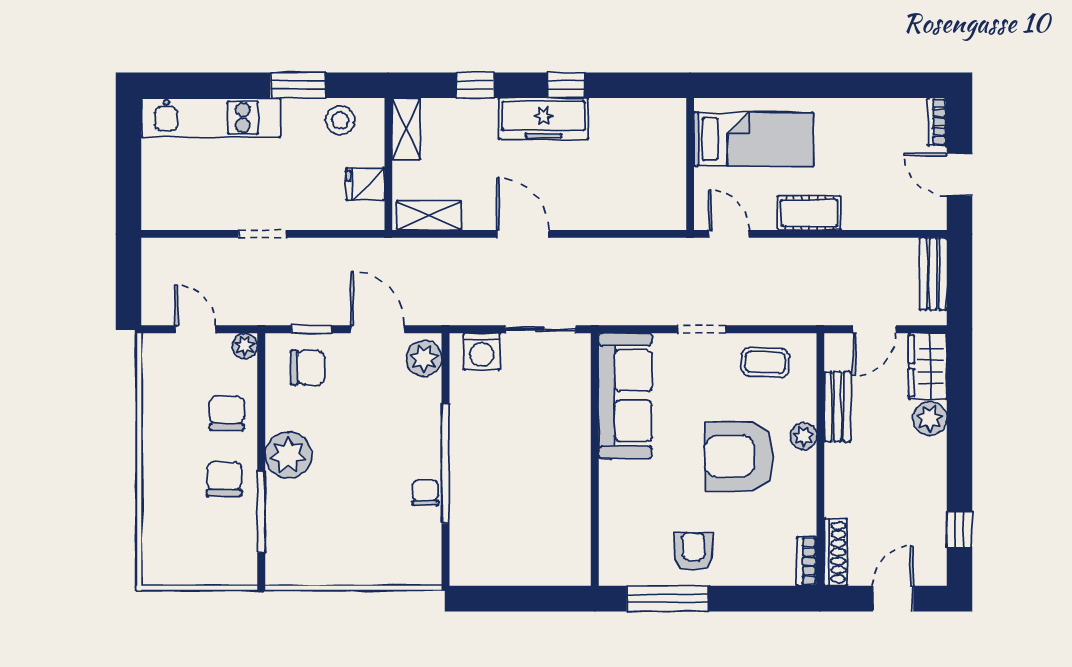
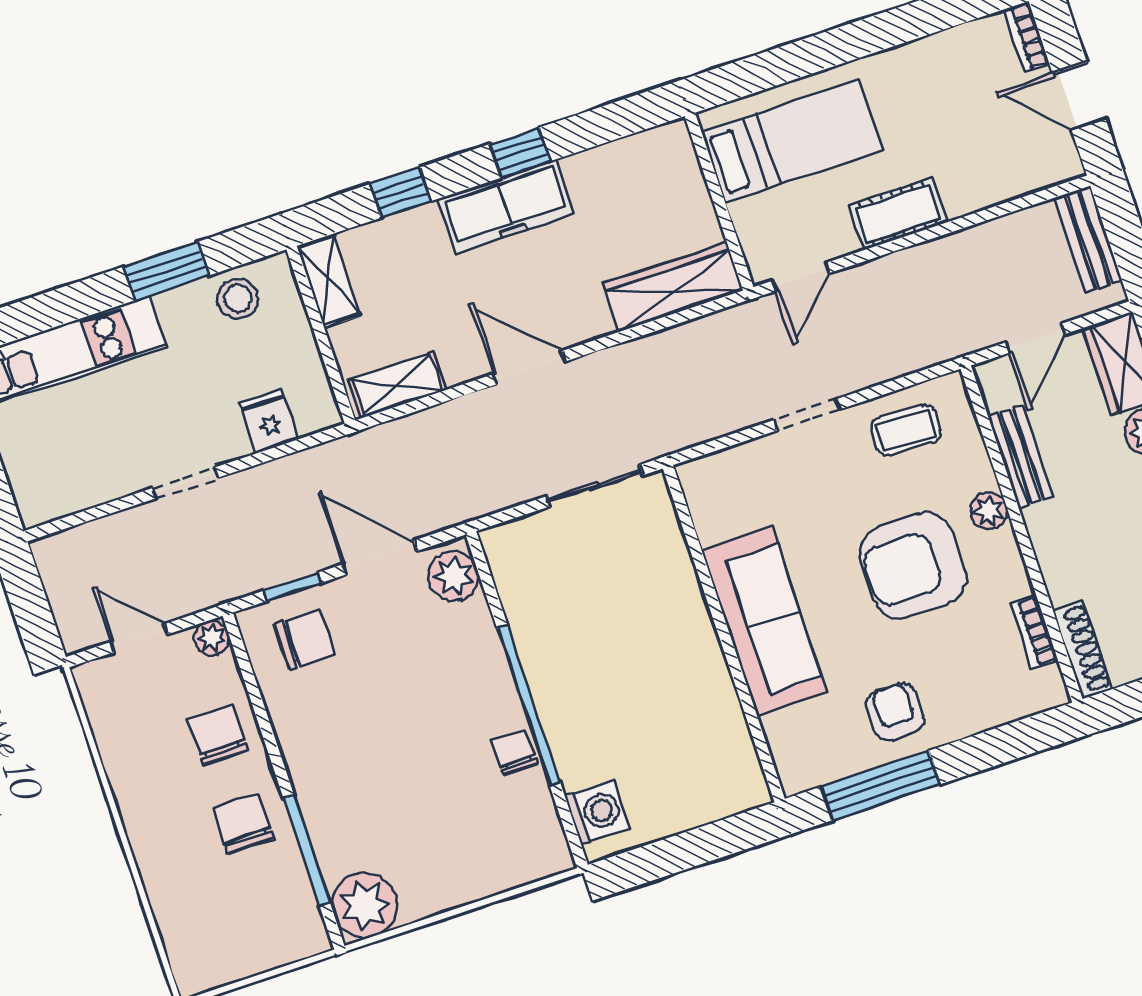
fridge: (365, 184) -> (269, 421), moved, turned 90
wardrobe: (639, 212) -> (673, 287), added
door: (729, 234) -> (801, 277), swing flipped
washing machine: (482, 351) -> (597, 812), moved, turned -90
sofa: (625, 396) -> (765, 622), moved
plant: (288, 455) -> (365, 905), moved
bookcase: (807, 561) -> (1034, 632), moved

